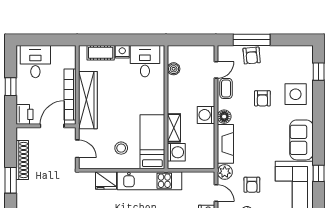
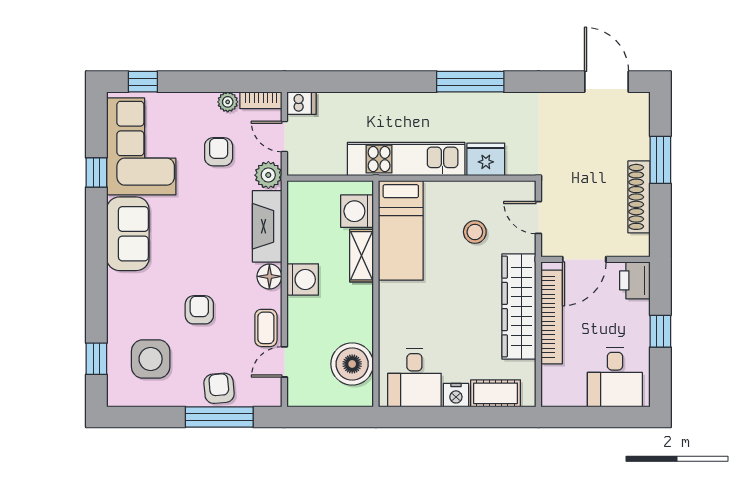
boiler: (174, 69) -> (352, 364), width x1.86, depth x1.86
side table: (296, 94) -> (151, 359), moved
stool: (121, 148) -> (475, 232), moved

